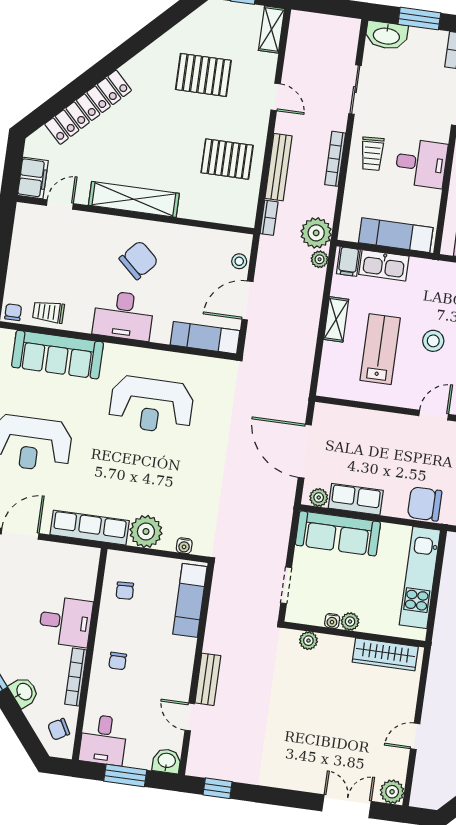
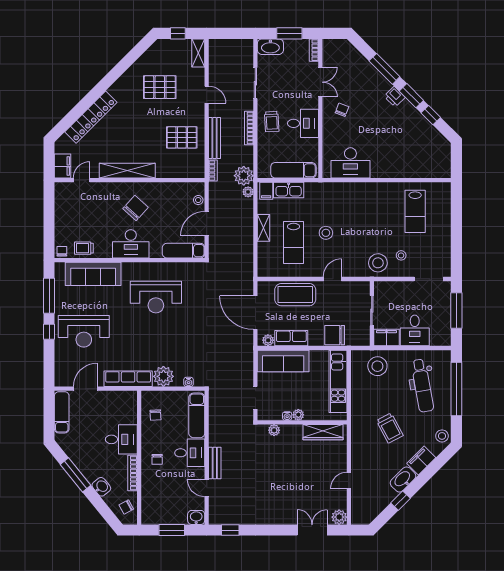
lab bench: (380, 349) -> (294, 243), turned 180
coffee table: (371, 432) -> (295, 295), added
desk: (103, 740) -> (190, 453), moved, turned -90

